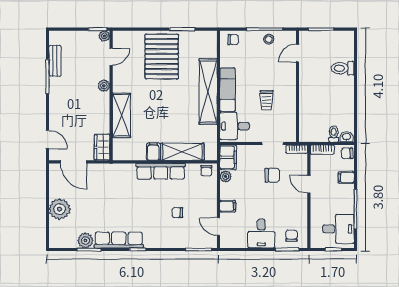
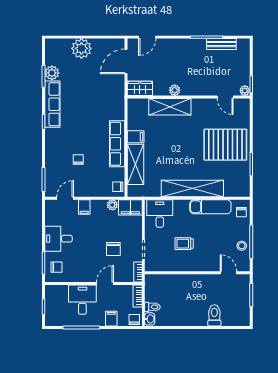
plant: (104, 86) -> (175, 90), moved
exam couch: (228, 90) -> (210, 207), moved
desk: (338, 229) -> (82, 300), moved, turned 180

